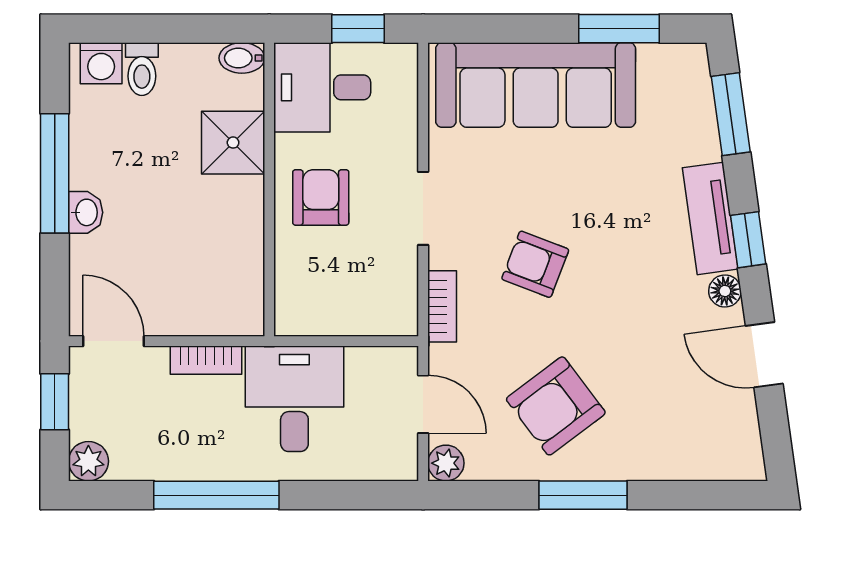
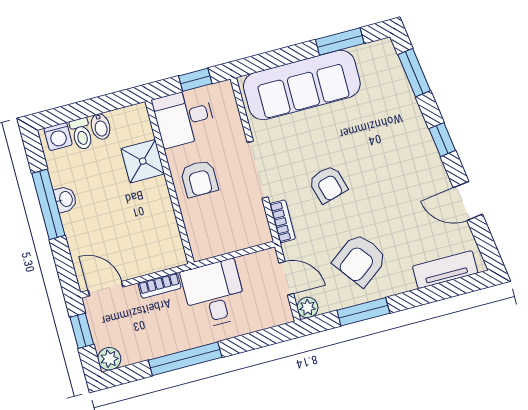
bidet: (242, 58) -> (101, 126), moved, turned -90
armchair: (321, 197) -> (199, 179), turned 180
doorway: (423, 208) -> (258, 170), width x1.38
washbasin: (86, 212) -> (65, 199), moved
tv unit: (710, 218) -> (445, 270), moved, turned 98
armchair: (535, 264) -> (328, 184), turned -127
floor lamp: (725, 291) -> (437, 171), removed
window: (583, 495) -> (363, 312), moved

